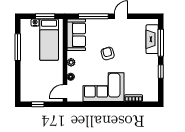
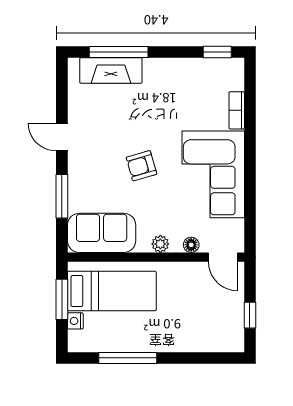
window: (93, 16) -> (62, 196), width x0.69
window: (161, 71) -> (217, 52), moved

